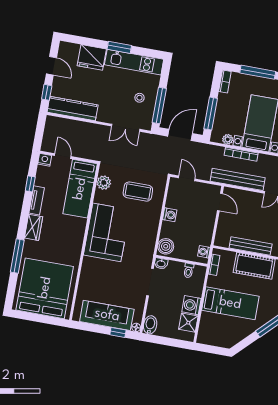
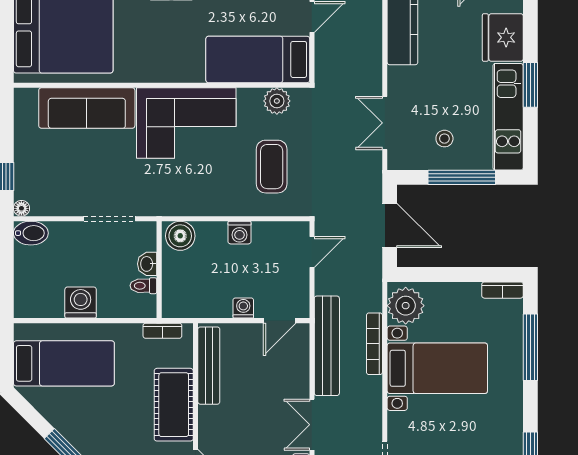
window: (159, 105) -> (462, 177), moved
window: (211, 114) -> (439, 275), removed
plant: (228, 139) -> (406, 306), width x1.87, depth x1.87
bench: (251, 246) -> (209, 366), moved
washing machine: (204, 252) -> (243, 308), moved
washbasin: (161, 263) -> (147, 264), moved
bed: (230, 303) -> (64, 363), moved, turned -90
sofa: (107, 315) -> (87, 108), moved, turned 90
shower: (188, 323) -> (47, 303), removed

